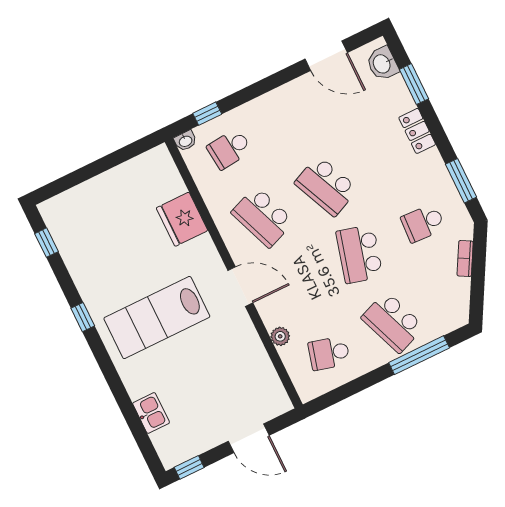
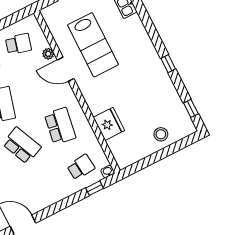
stool: (97, 201) -> (161, 134), added
school desk: (263, 217) -> (60, 126), turned 30
door: (240, 287) -> (66, 69), moved
lab bench: (157, 317) -> (93, 45), moved, turned 90

